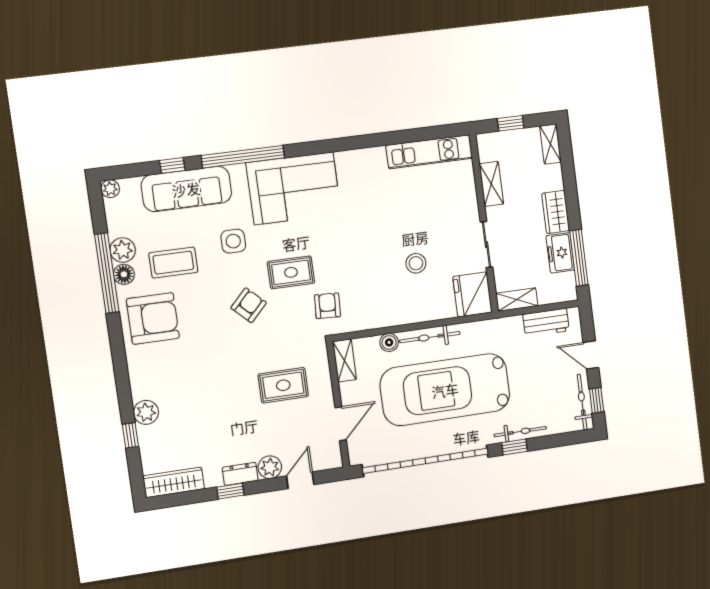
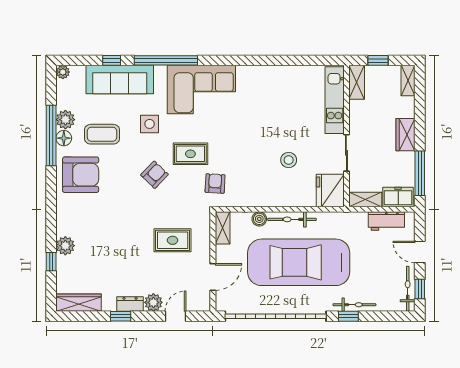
kitchen unit: (429, 152) -> (335, 100), moved, turned 90
shelving: (491, 184) -> (357, 82), moved
freezer: (560, 253) -> (398, 197), moved, turned 90

